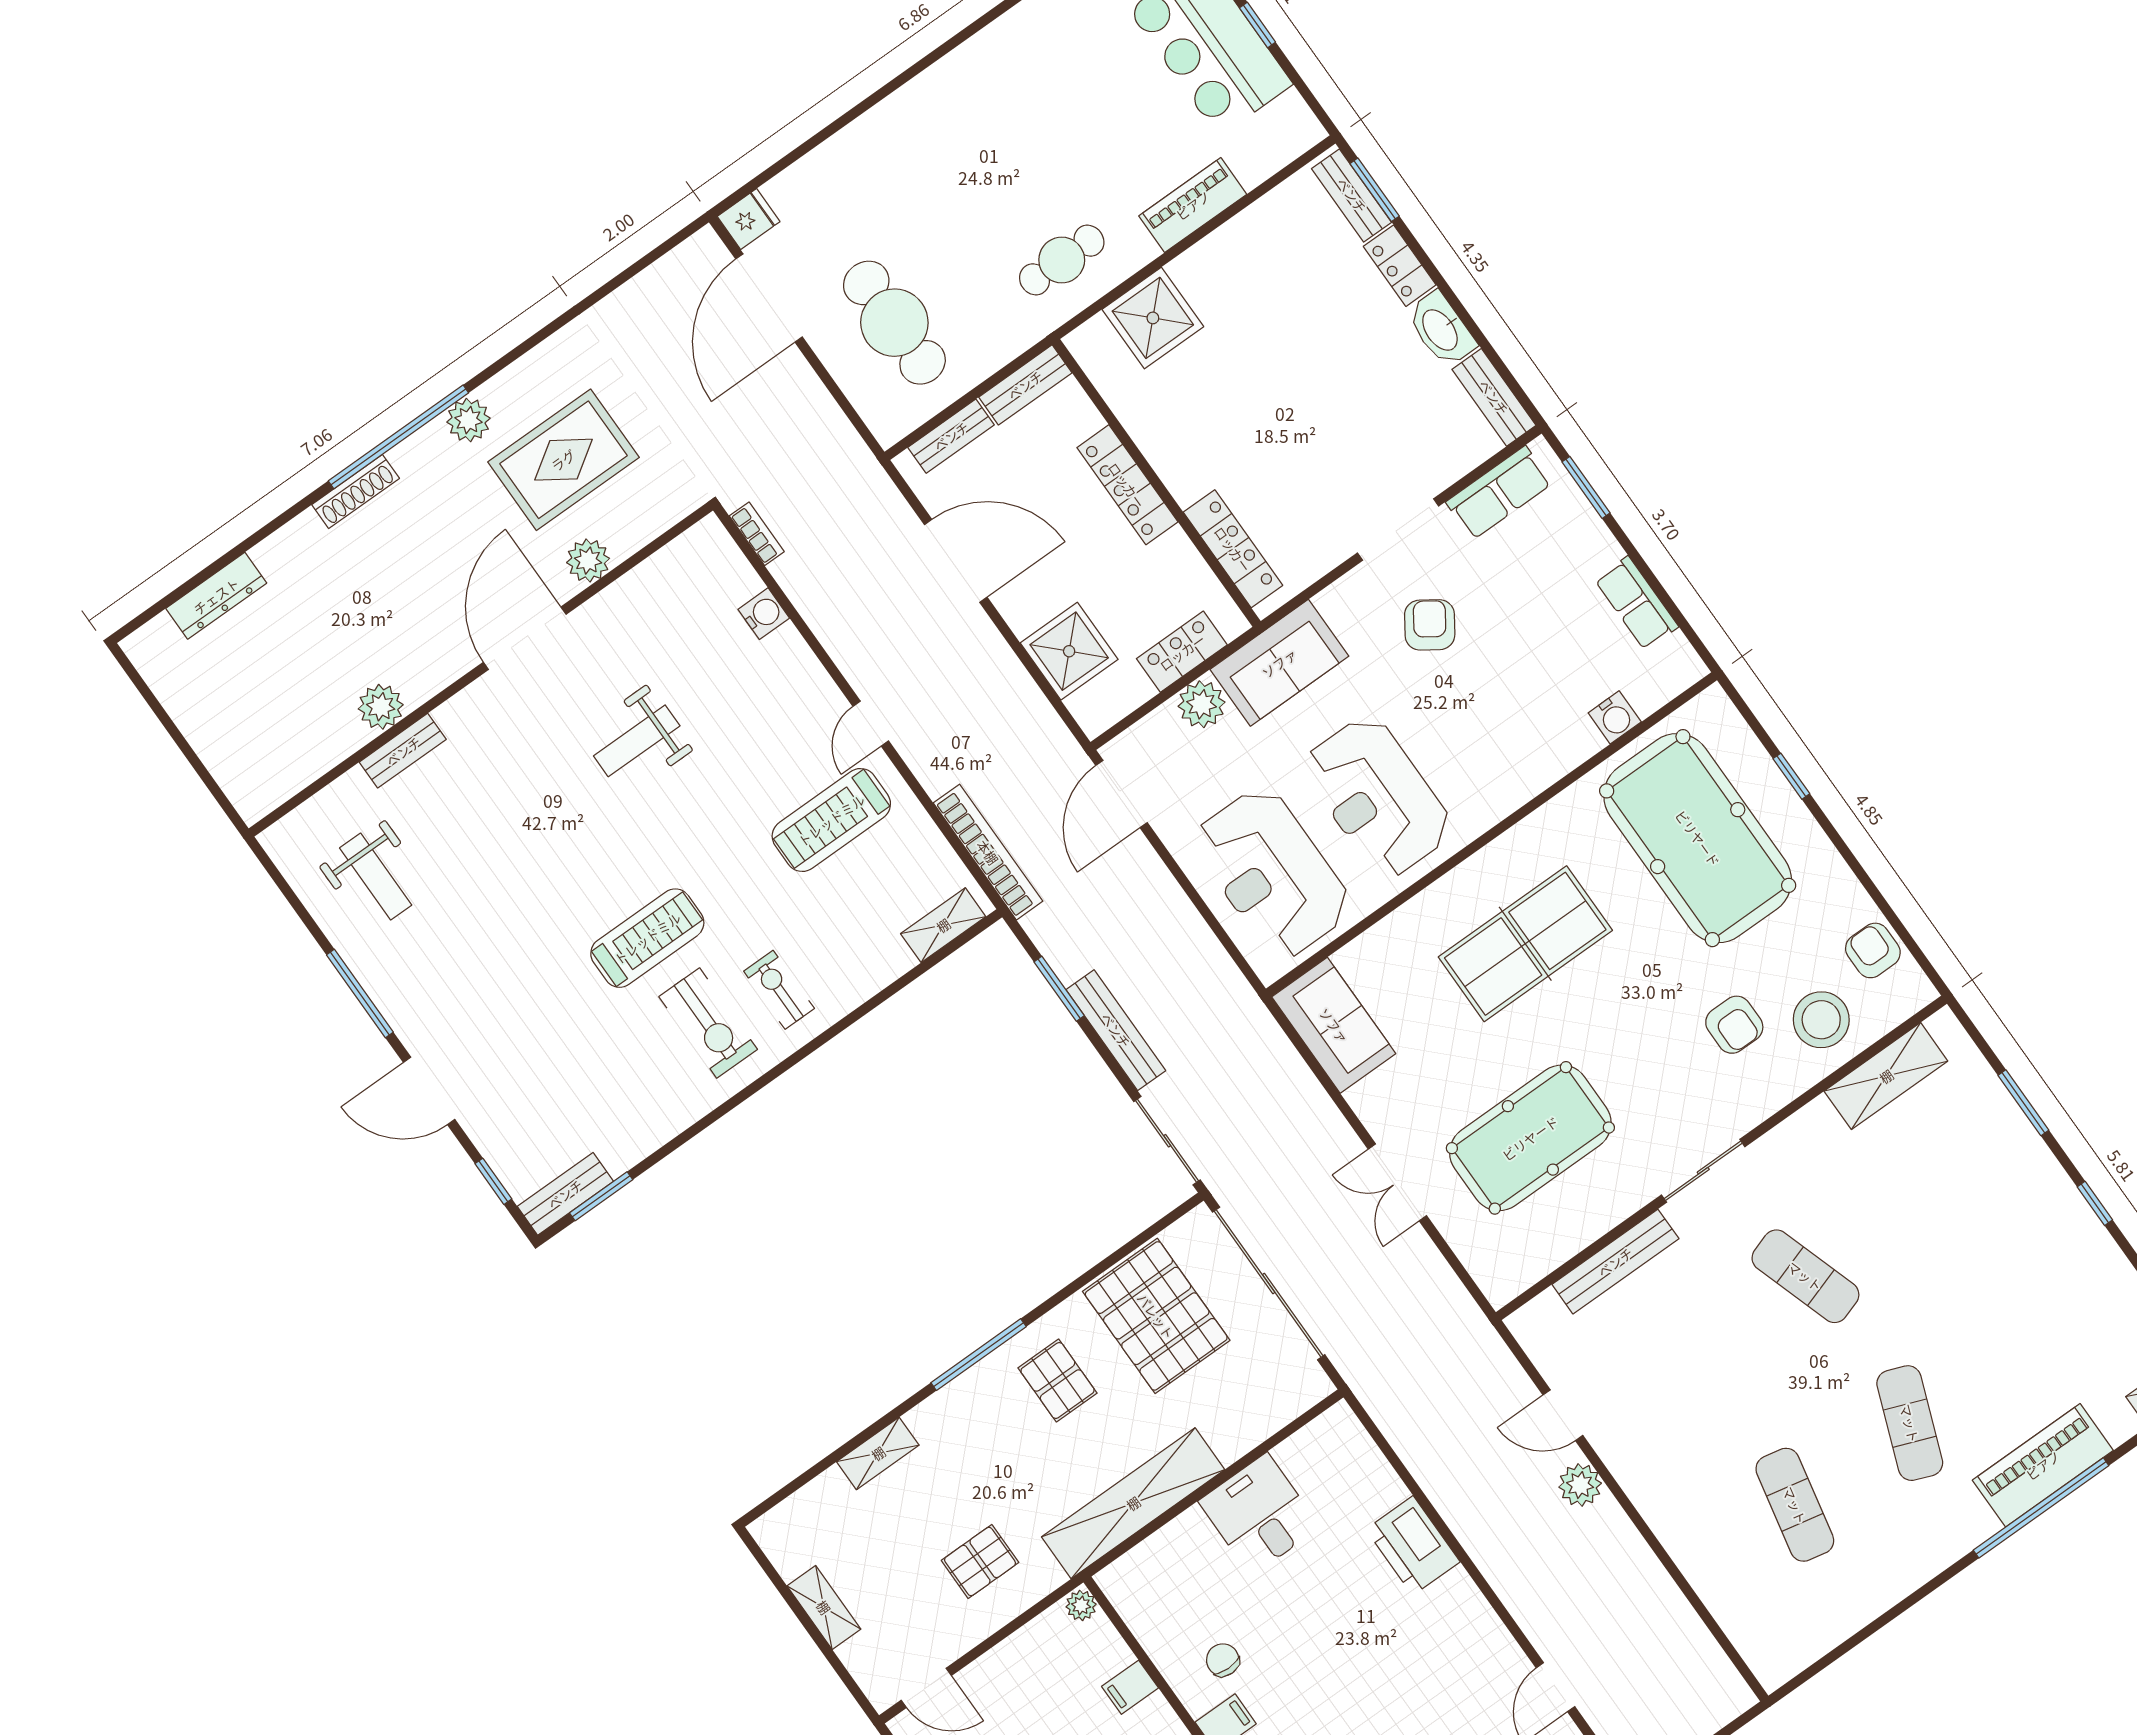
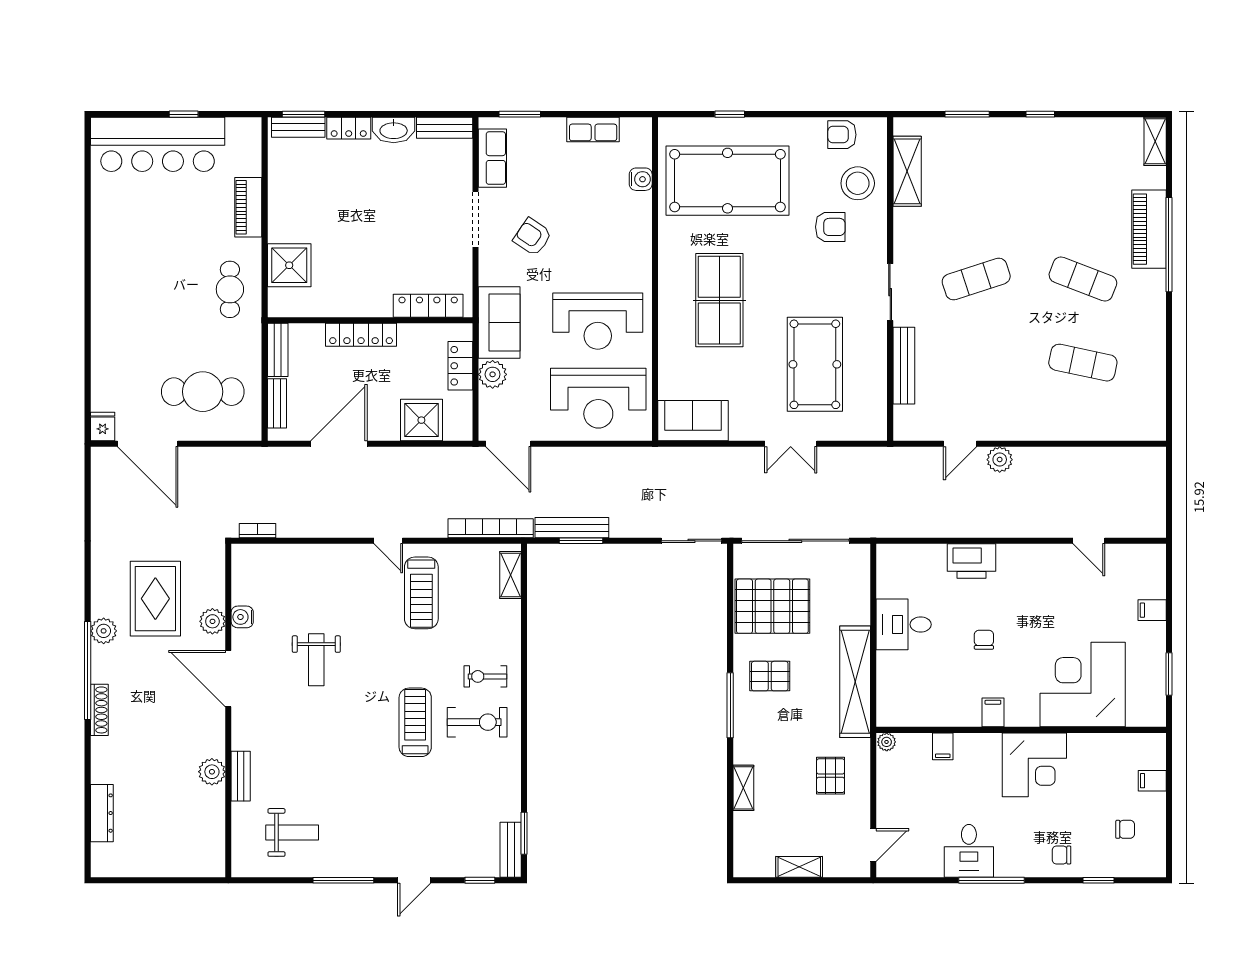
water cooler: (764, 614) -> (242, 617), moved, turned -90
bench: (1116, 1030) -> (572, 528), moved
door: (429, 1091) -> (414, 880), width x0.73
chair: (1223, 1660) -> (984, 640), moved, turned 90

